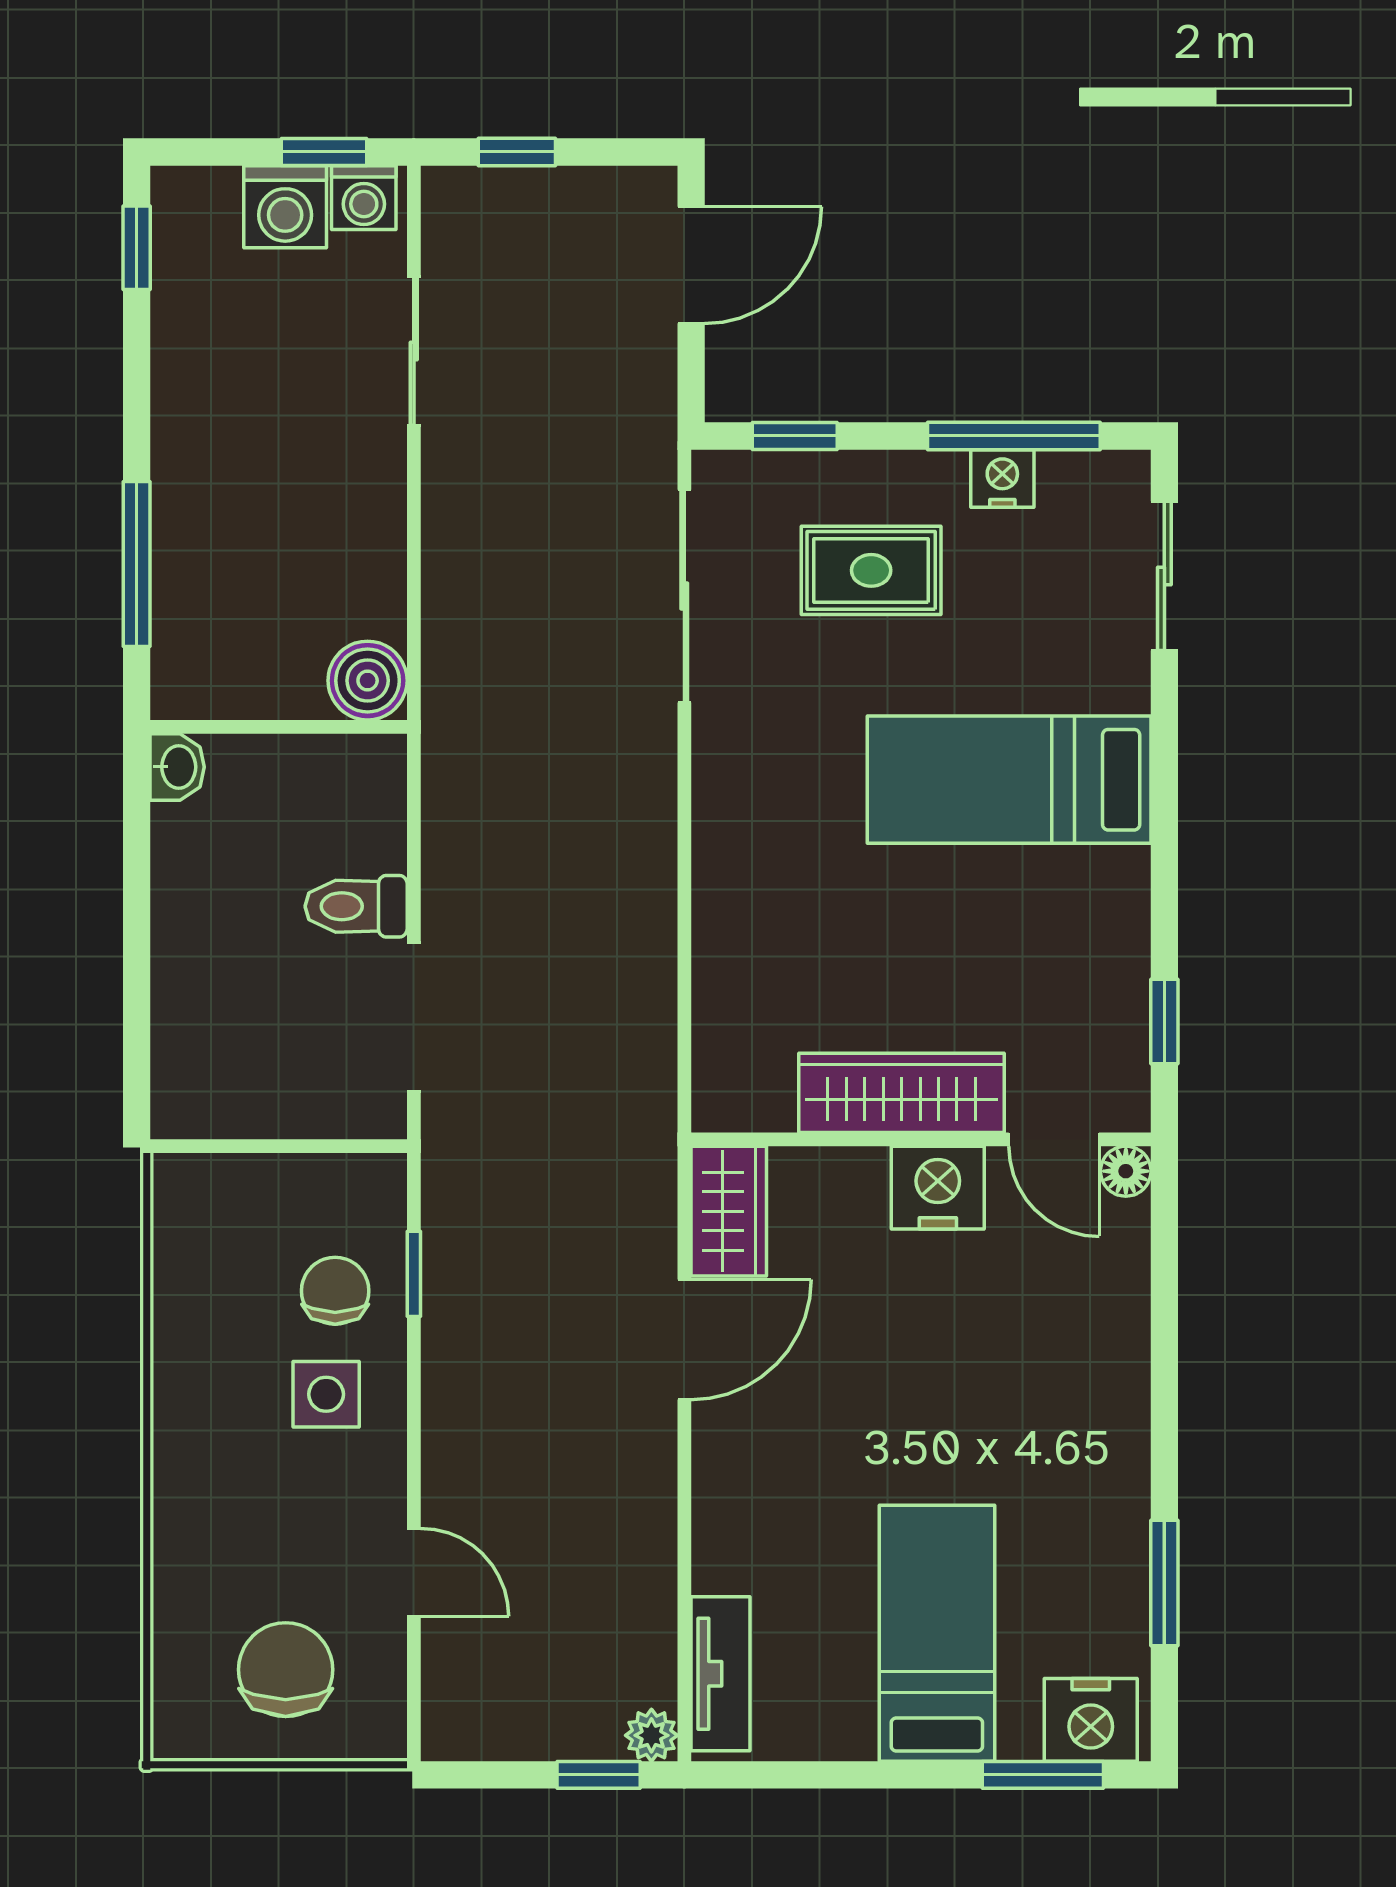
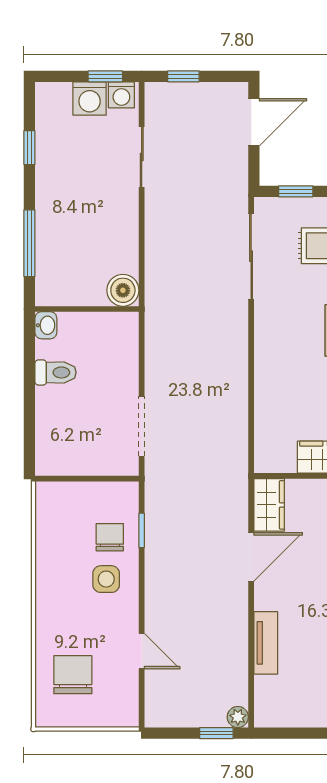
window: (137, 248) -> (29, 148), moved
toilet: (356, 906) -> (56, 372), moved, turned 180
chair: (286, 1670) -> (73, 675), moved
tv unit: (721, 1674) -> (266, 643), moved

